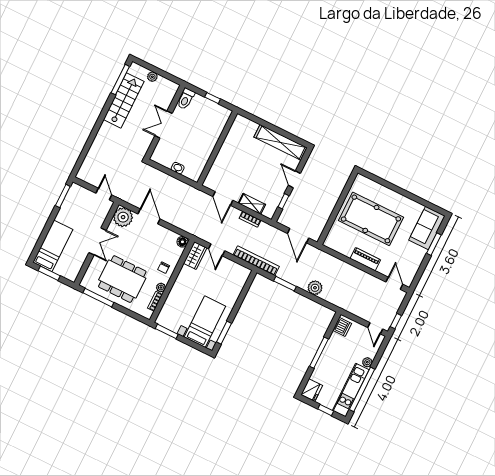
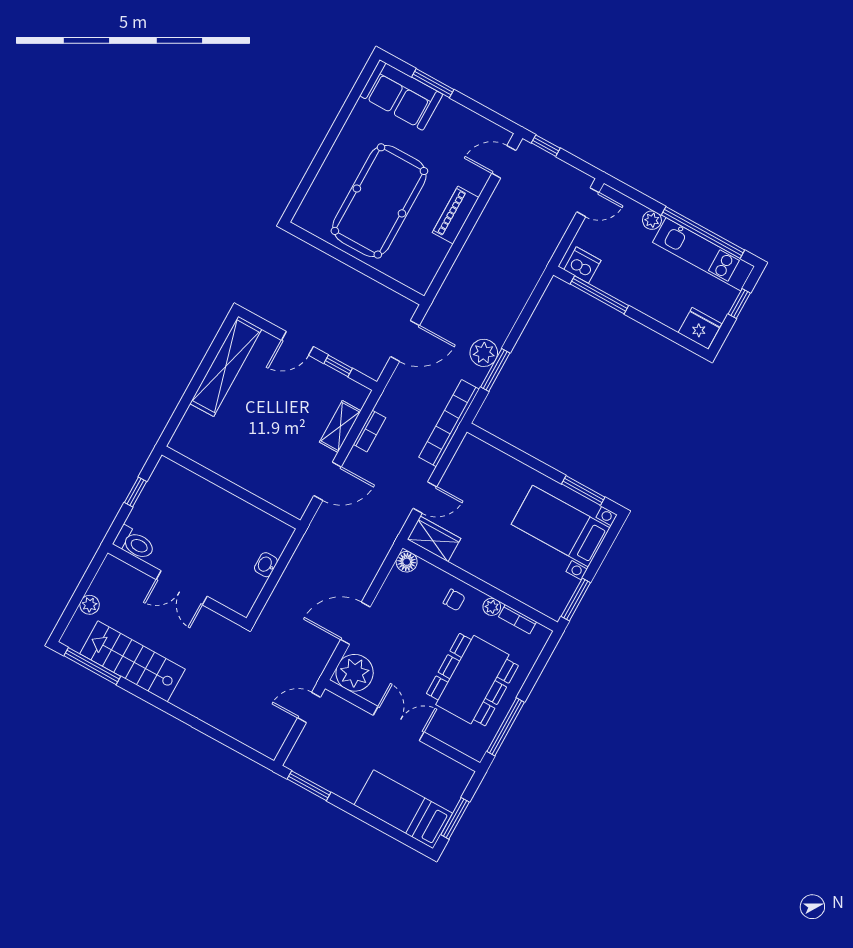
plant: (315, 288) -> (484, 353), moved
window: (396, 321) -> (546, 146), moved
window: (319, 353) -> (599, 295), moved

